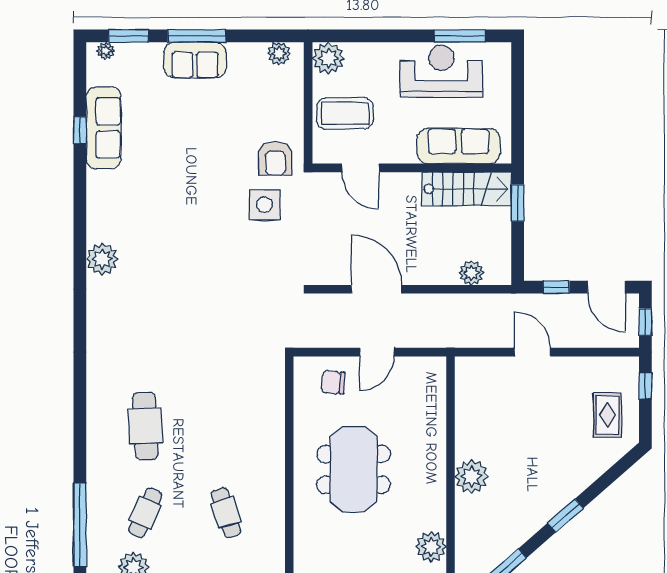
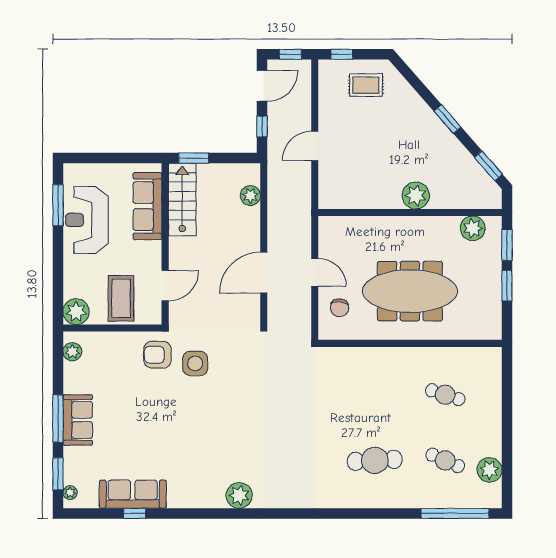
armchair: (275, 158) -> (157, 355), turned 180
meeting table: (354, 469) -> (410, 291), width x1.36
cafe table: (226, 513) -> (445, 395), turned 36

